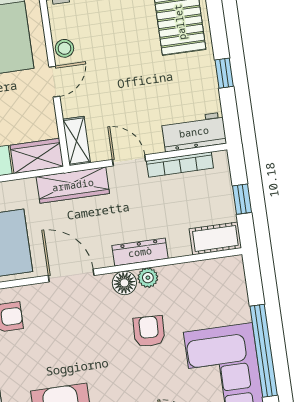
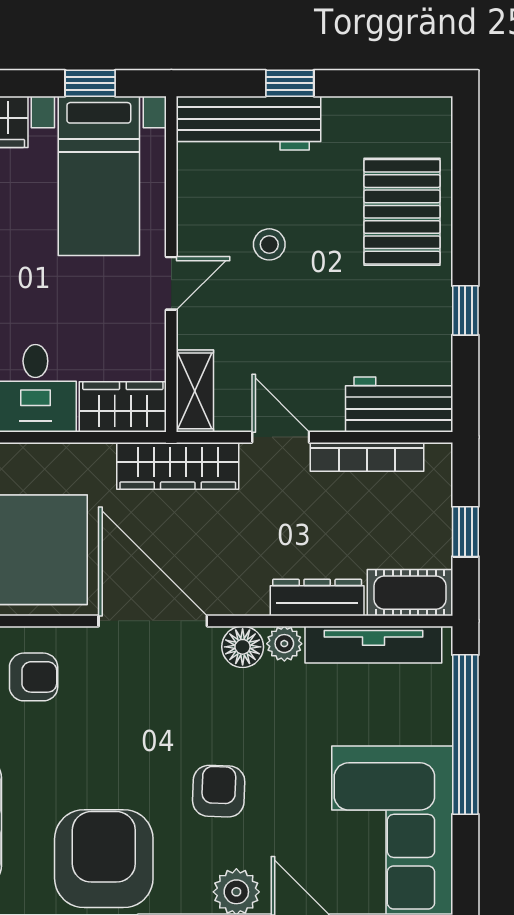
stool: (64, 48) -> (269, 244), moved
dresser: (140, 252) -> (317, 597), moved
tv unit: (199, 271) -> (373, 645), added
door: (71, 275) -> (153, 621), width x1.36
armchair: (149, 331) -> (219, 791), moved
window: (264, 351) -> (465, 734), moved

